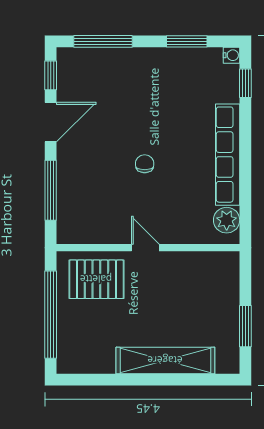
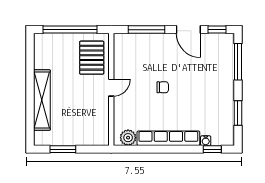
water cooler: (231, 55) -> (206, 141), moved

